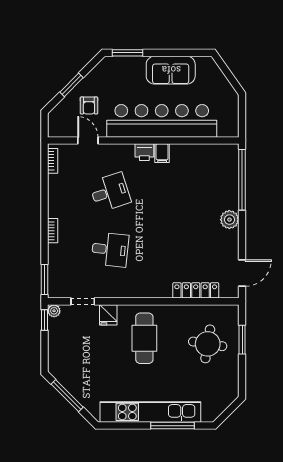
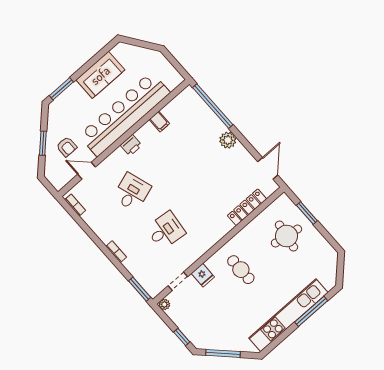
filing cabinet: (162, 153) -> (159, 122), moved
window: (45, 320) -> (182, 337), moved
cafe table: (144, 338) -> (241, 270), width x0.73, depth x0.74

